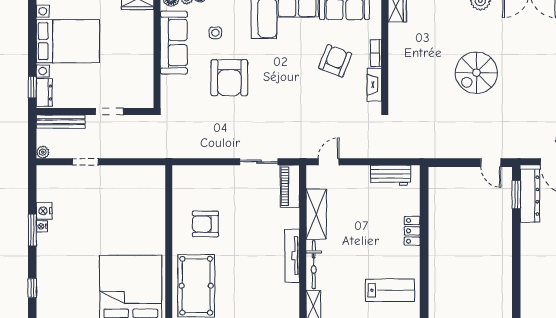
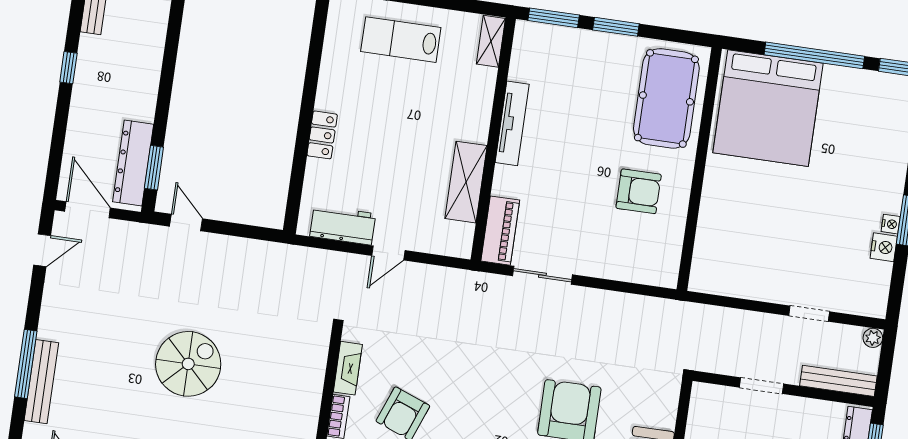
door: (329, 162) -> (388, 253), moved
bicycle: (314, 265) -> (481, 105), removed
lab bench: (390, 290) -> (401, 40), moved

